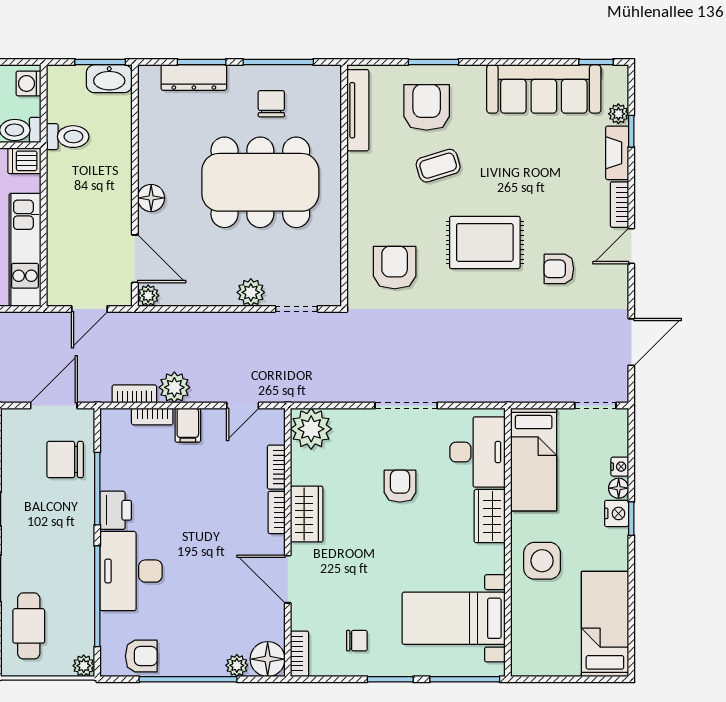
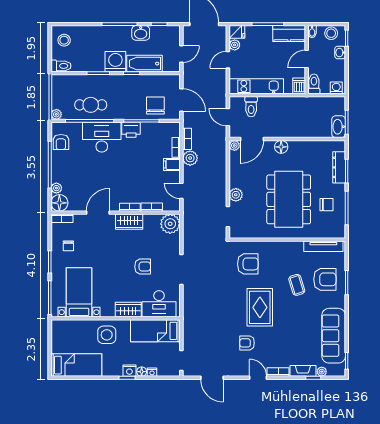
toilet: (68, 137) -> (251, 107), moved
armchair: (559, 269) -> (247, 343), turned -90
cafe table: (29, 626) -> (91, 105), moved

